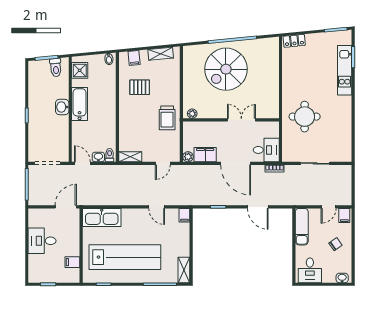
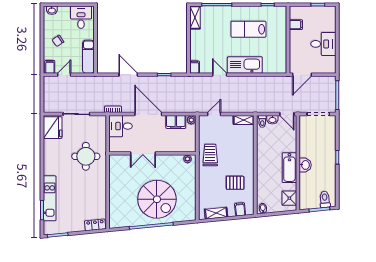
toilet: (56, 68) -> (325, 199), moved
spiral stairs: (226, 69) -> (157, 199), turned 90
fridge: (341, 148) -> (53, 128), added
kitchen sink: (102, 218) -> (245, 65), moved
lab bench: (125, 257) -> (248, 29), width x0.54, depth x0.72

